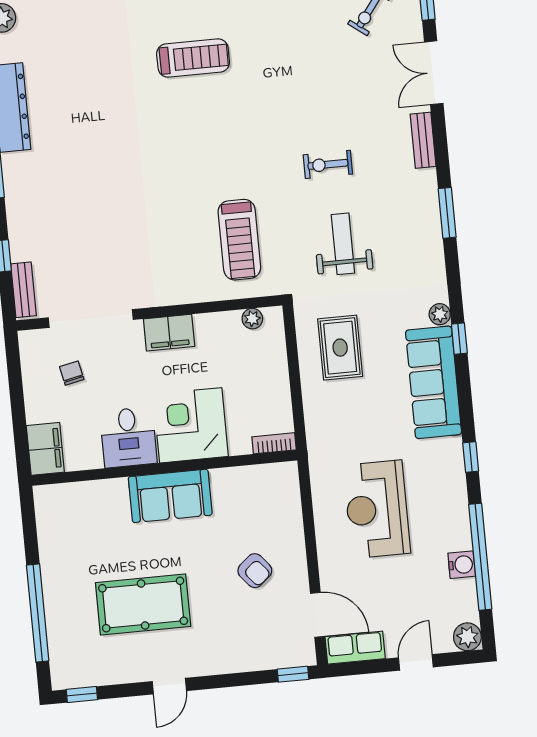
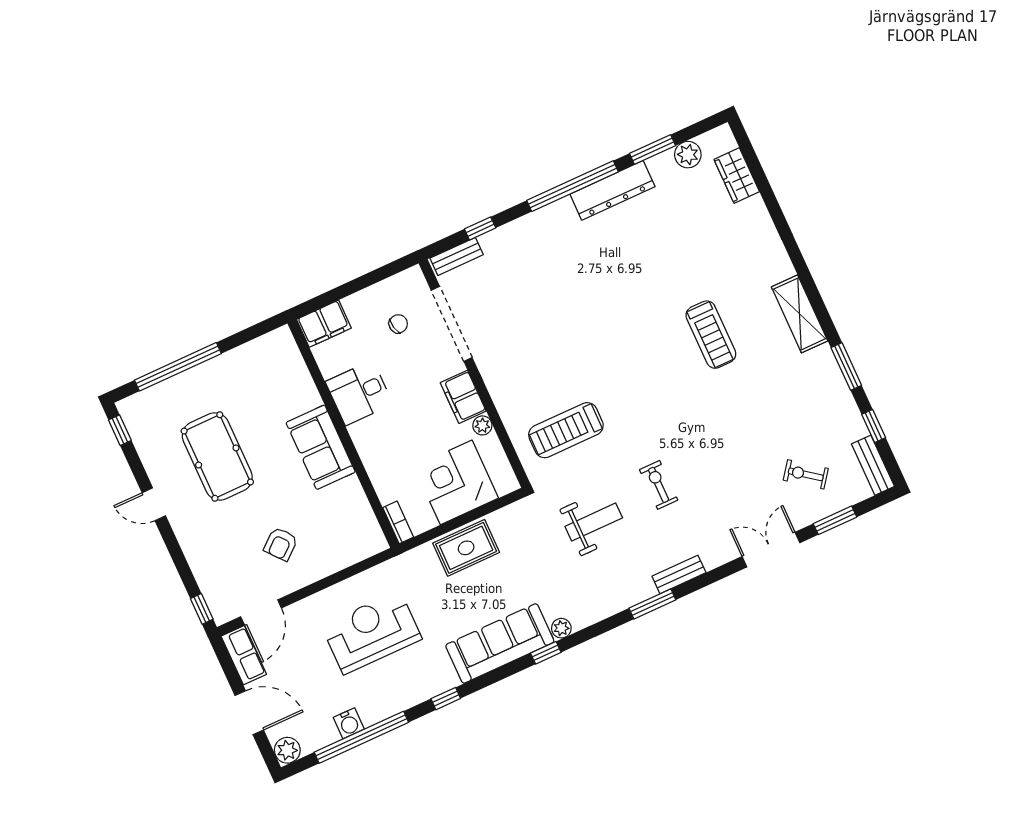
bench: (423, 140) -> (679, 574), moved
plant: (252, 319) -> (482, 425), moved
rug: (340, 348) -> (466, 548), moved
corner desk: (191, 425) -> (456, 482), moved, turned -90
door: (416, 662) -> (249, 713), width x1.38

